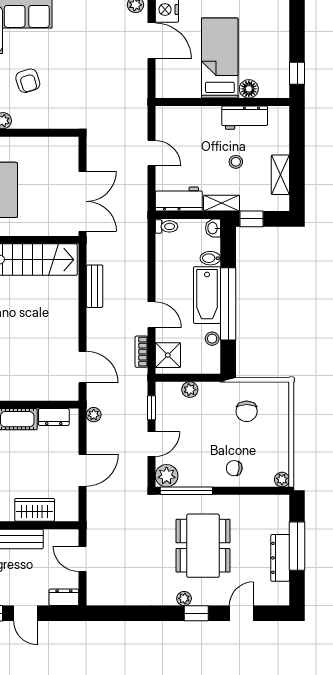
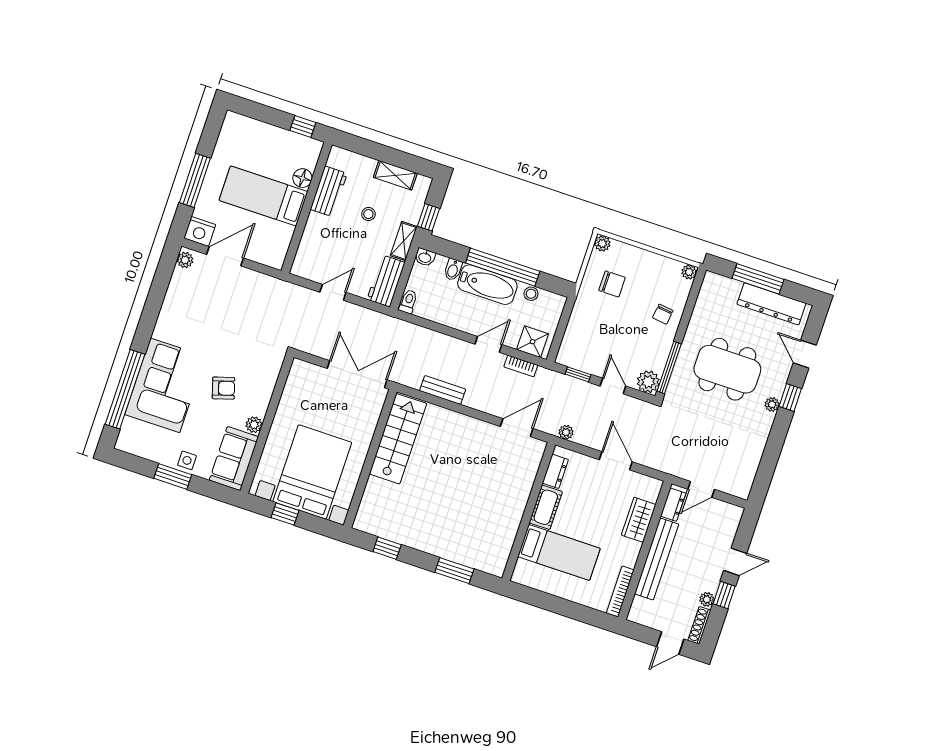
plant: (190, 390) -> (602, 243), moved
dresser: (280, 558) -> (771, 304), width x1.37, depth x1.24
dresser: (64, 597) -> (673, 505), moved, turned 180

